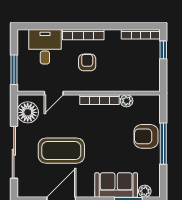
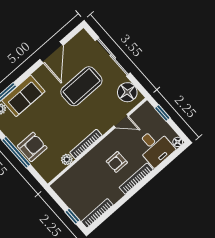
floor lamp: (22, 35) -> (178, 142), added
armchair: (87, 62) -> (117, 162), turned 90
window: (14, 70) -> (162, 113), width x0.67
door: (54, 93) -> (121, 121), swing flipped

